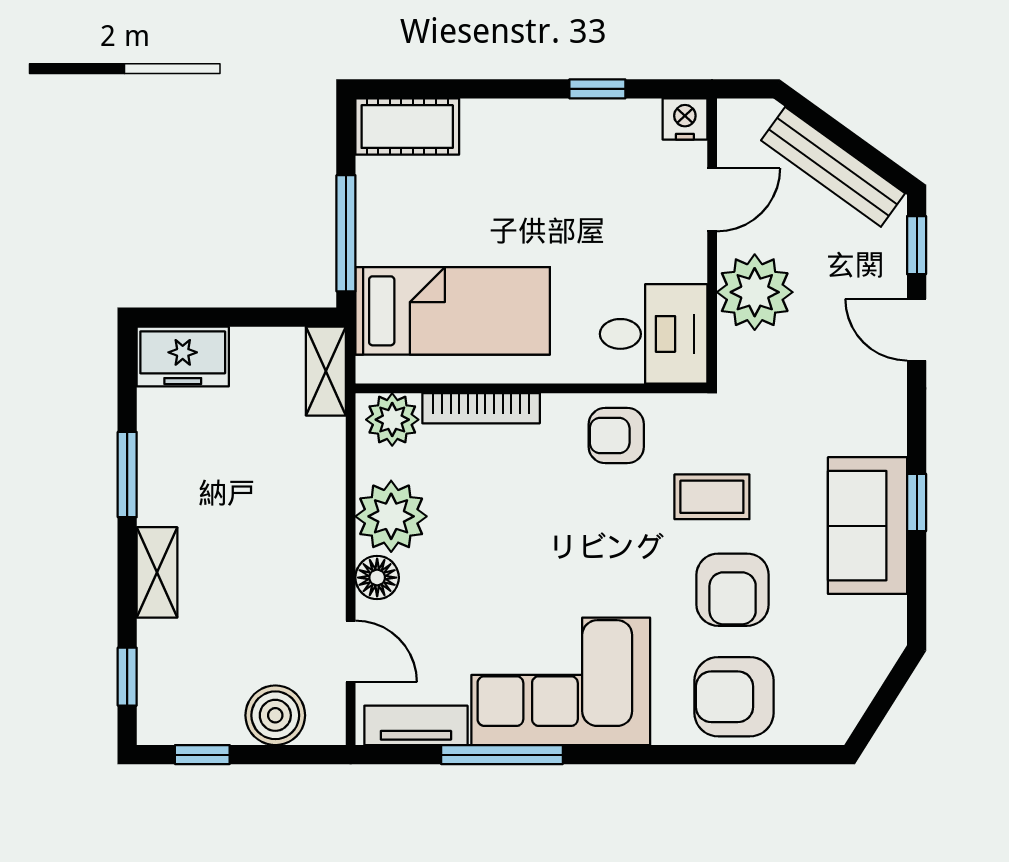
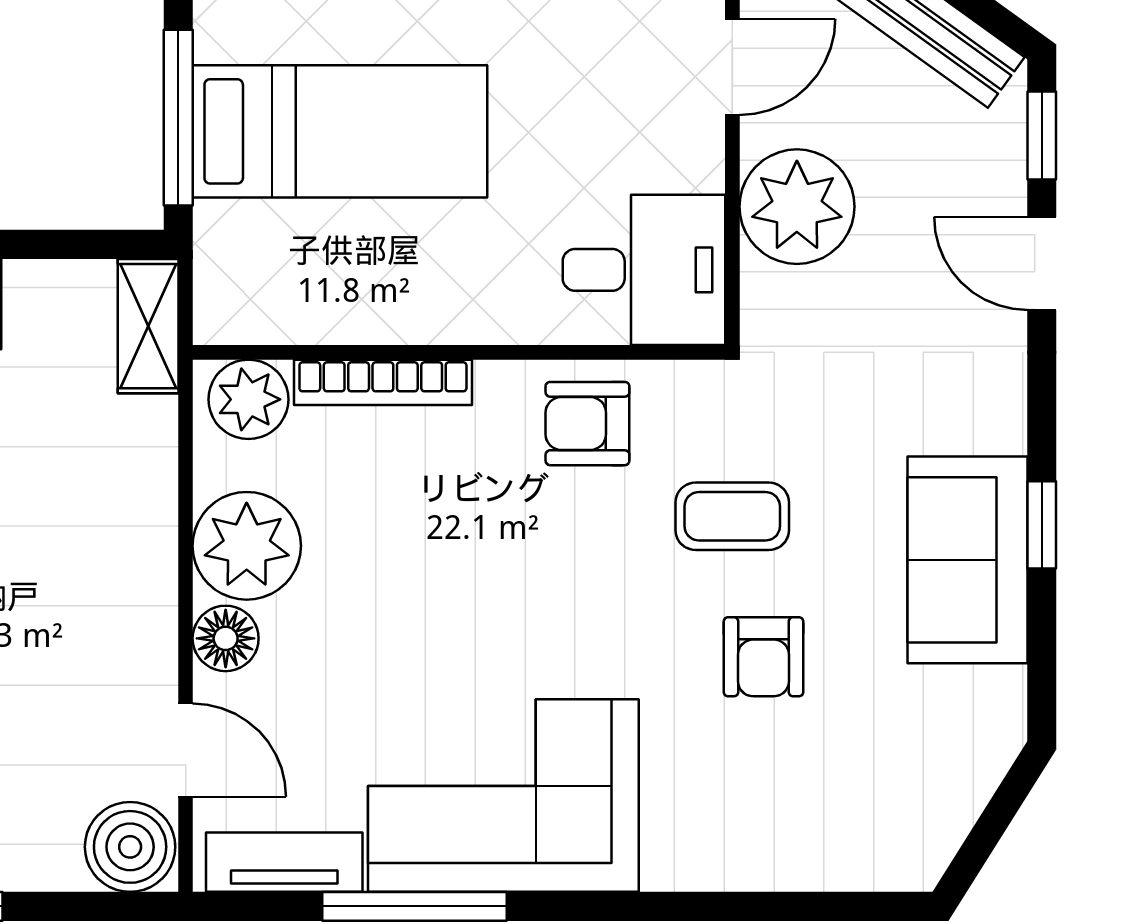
bed: (453, 311) -> (340, 131), moved
armchair: (733, 590) -> (763, 657), width x0.72, depth x0.72
armchair: (734, 697) -> (766, 819), removed
boiler: (275, 715) -> (130, 847), moved

